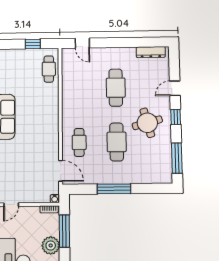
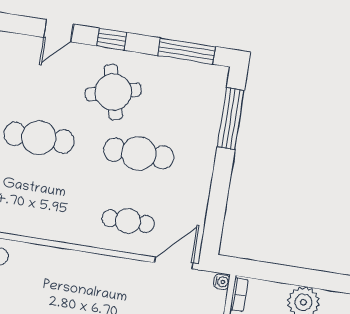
door: (175, 88) -> (59, 31), hinge flipped
window: (114, 189) -> (231, 119), moved
window: (64, 231) -> (282, 274), removed

